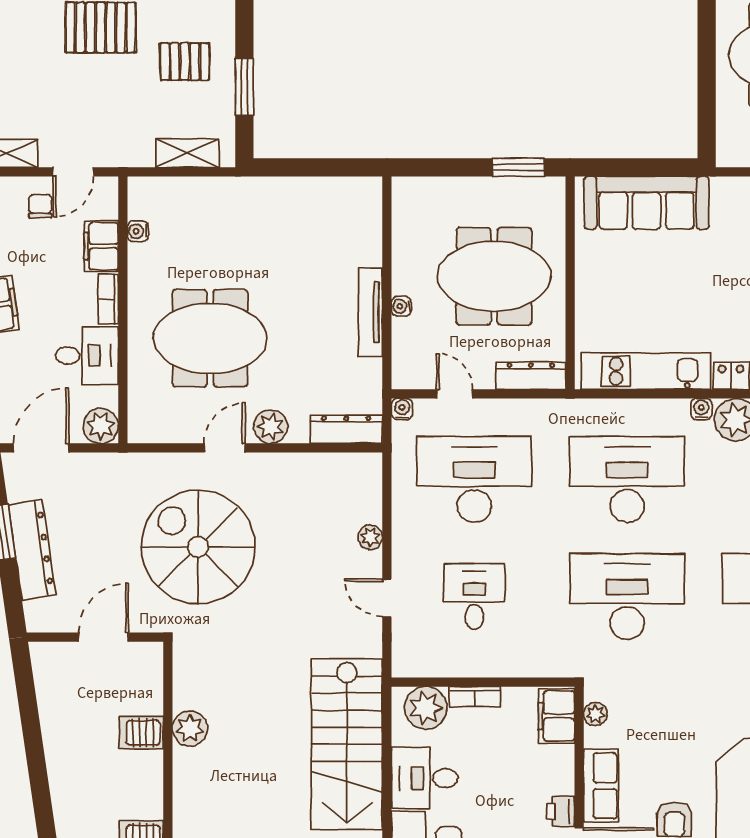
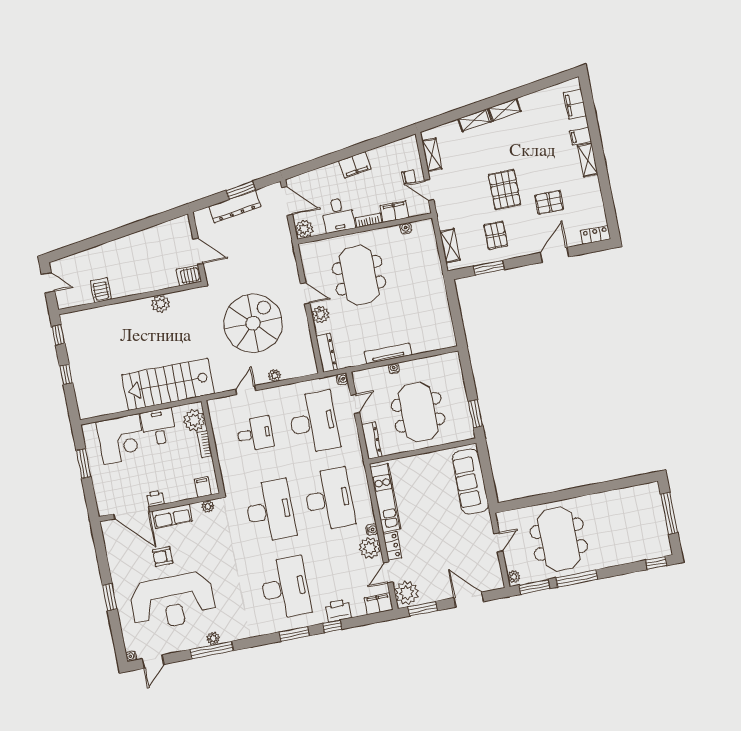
spiral stairs: (198, 547) -> (253, 323), moved
filing cabinet: (556, 716) -> (203, 487), width x0.50
server rack: (141, 733) -> (189, 276), moved, turned -90

